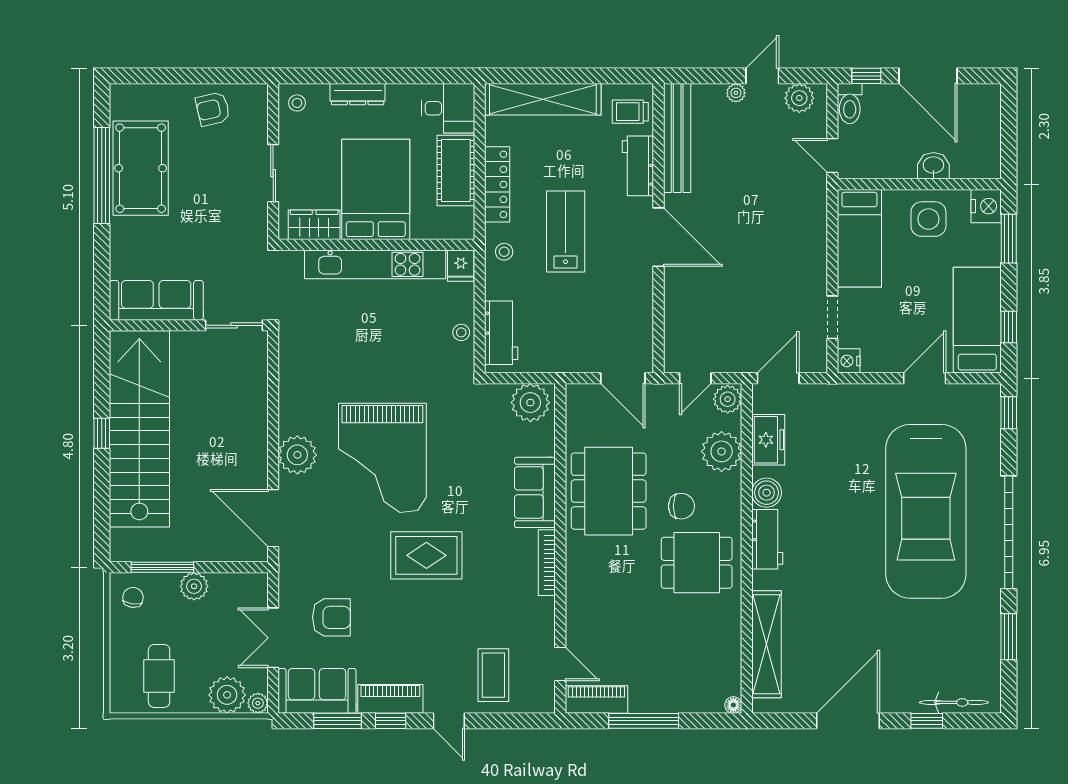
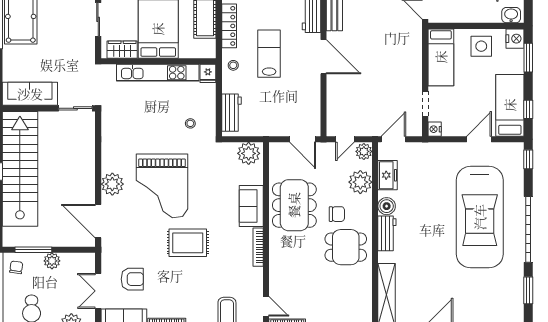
washbasin: (933, 166) -> (511, 15), moved
stool: (461, 332) -> (190, 123), moved

